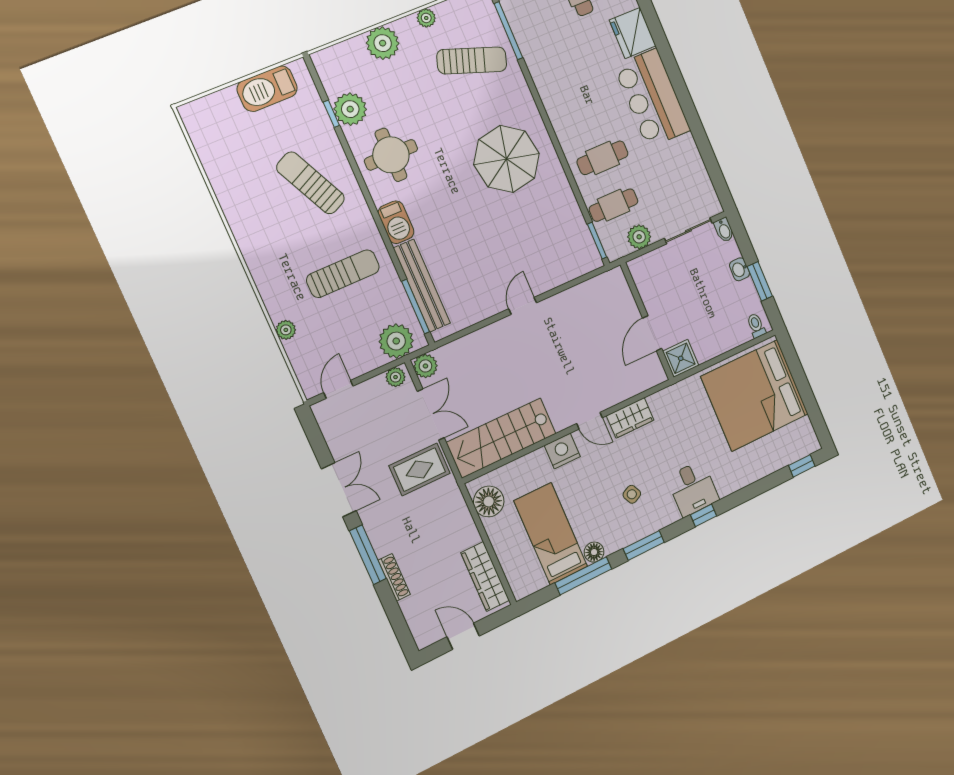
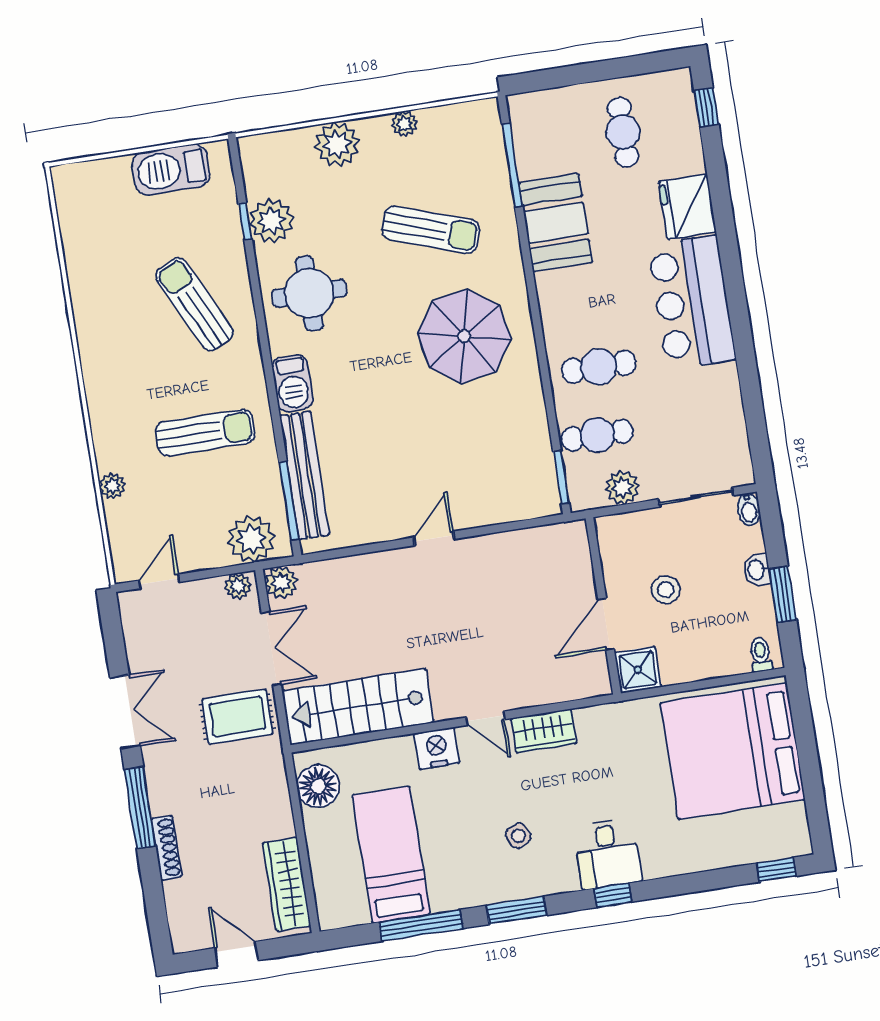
sun lounger: (472, 60) -> (431, 230), moved
booth: (548, 64) -> (556, 223), added
stool: (685, 299) -> (666, 589), added
floor lamp: (594, 552) -> (444, 898), removed

